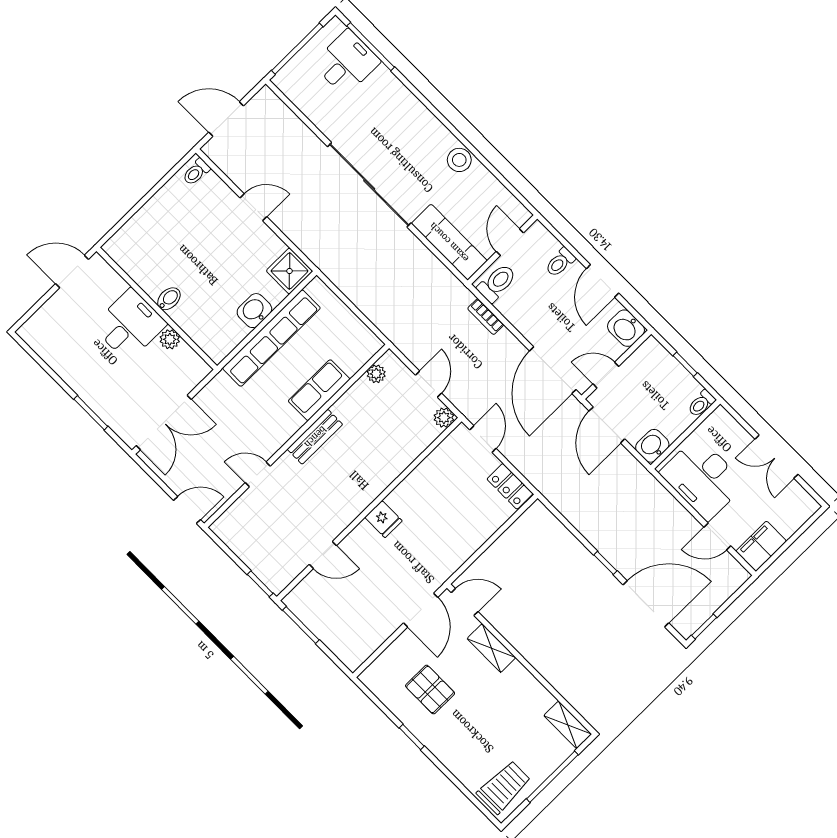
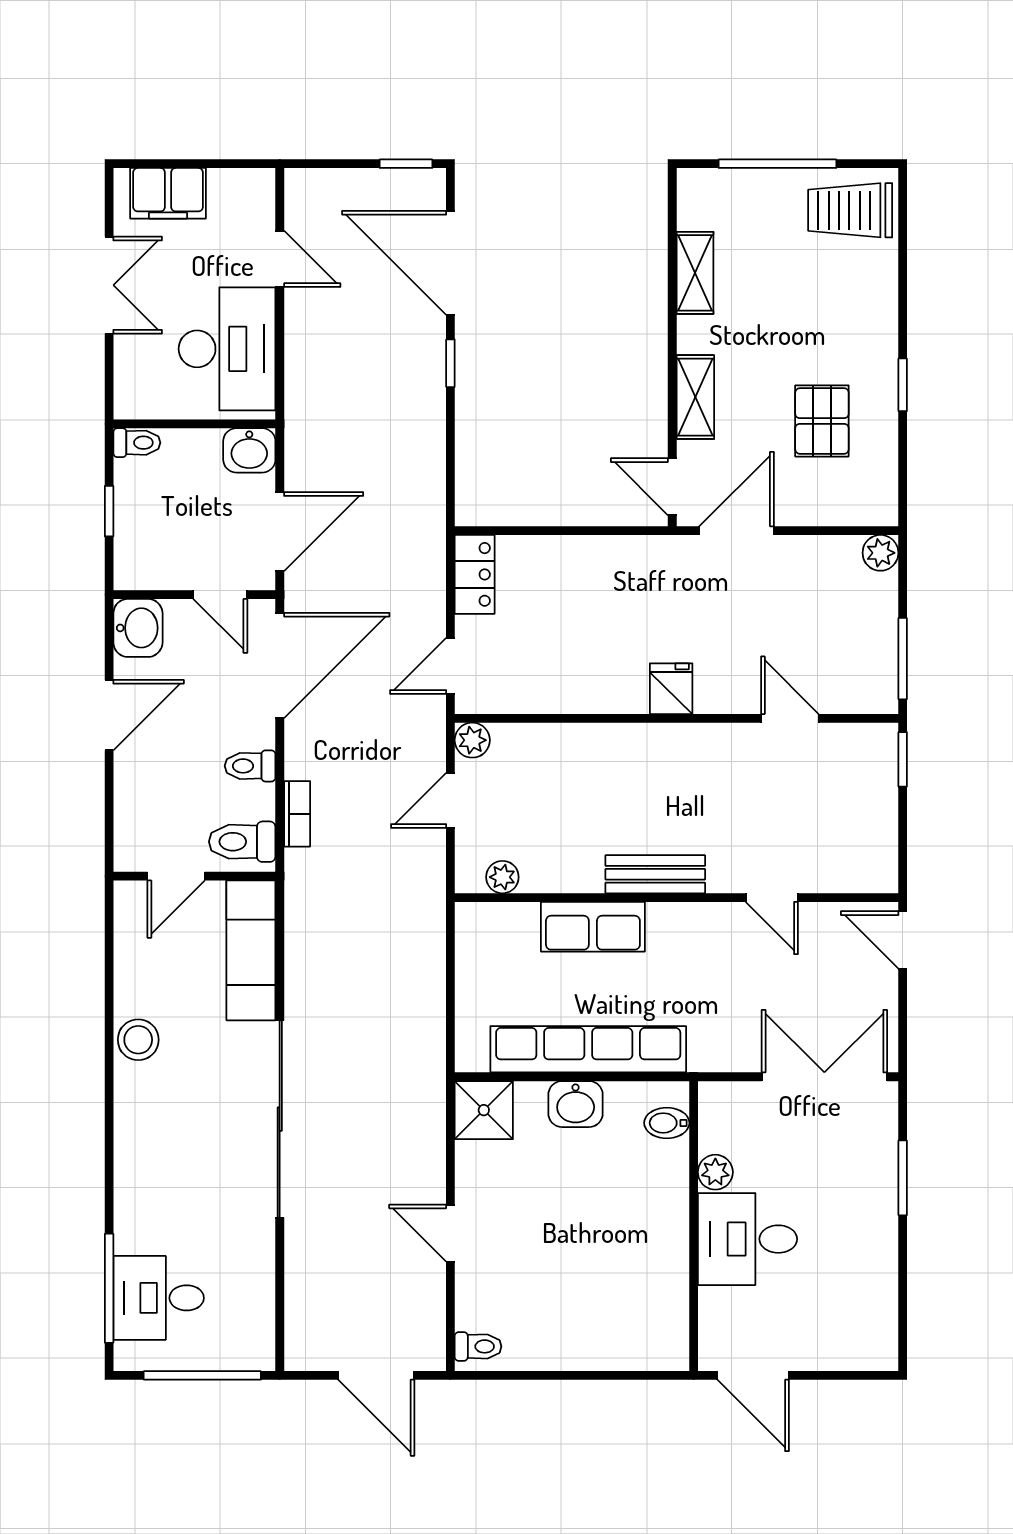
toilet: (560, 262) -> (250, 766), moved, turned 180
bidet: (169, 299) -> (667, 1123), moved
filing cabinet: (761, 546) -> (168, 193), moved
plant: (353, 659) -> (880, 553), added
shelving: (568, 725) -> (695, 273), moved

